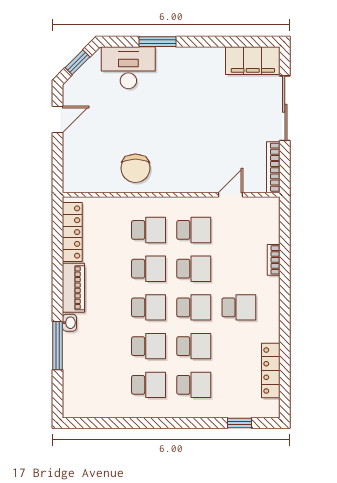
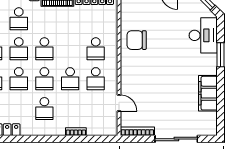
filing cabinet: (253, 61) -> (208, 93), moved
school desk: (149, 269) -> (19, 19), moved

